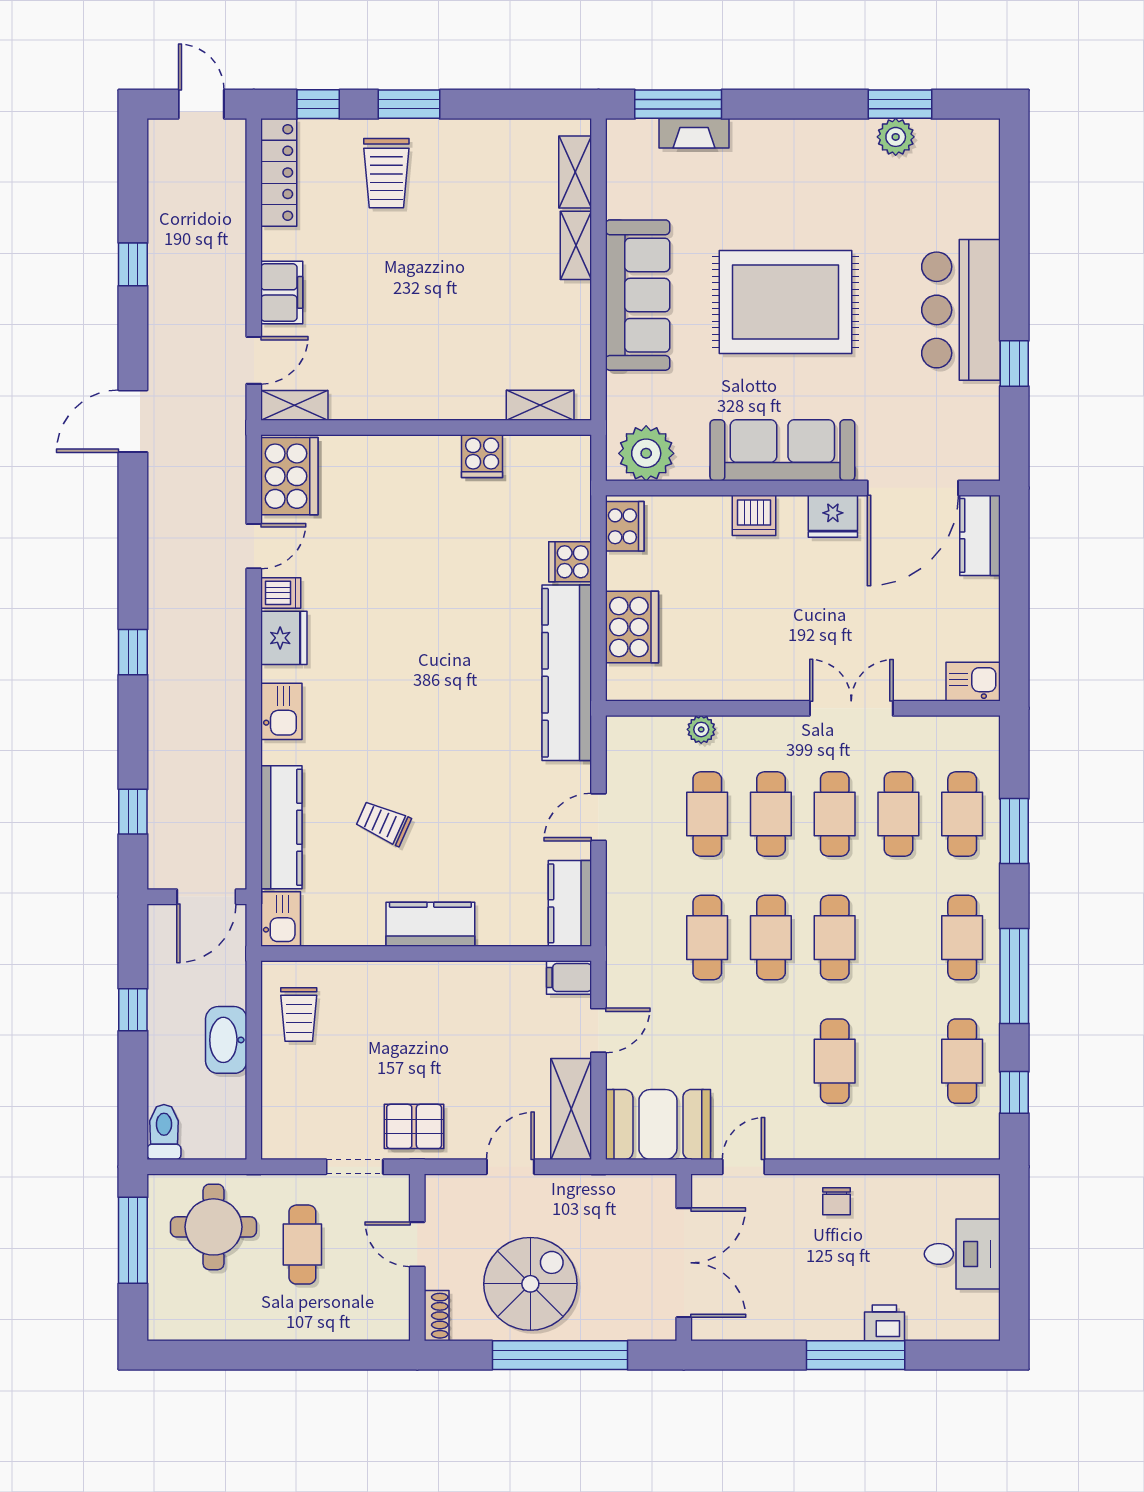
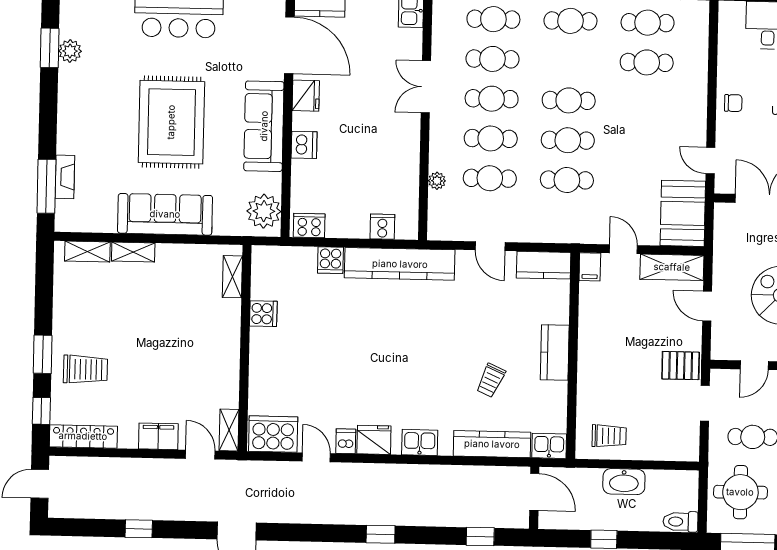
cooker: (632, 627) -> (382, 227), width x0.53, depth x0.76
cafe table: (835, 1061) -> (647, 62), moved
pallet: (414, 1126) -> (681, 366), turned 90

